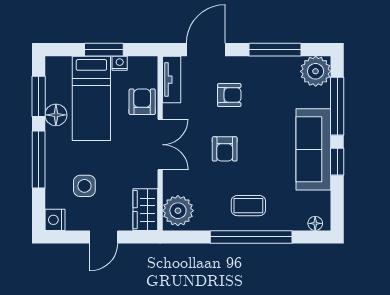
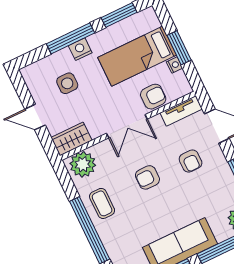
floor lamp: (56, 115) -> (111, 35), removed
coffee table: (248, 206) -> (102, 203), moved
nightstand: (55, 220) -> (80, 49), moved

